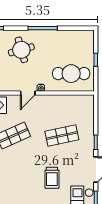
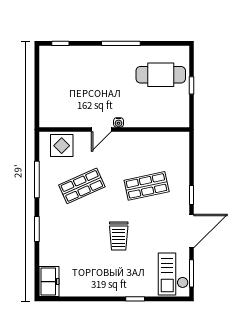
round table: (21, 50) -> (93, 72), removed
cafe table: (71, 74) -> (161, 75), moved
trolley: (52, 178) -> (119, 236), moved

